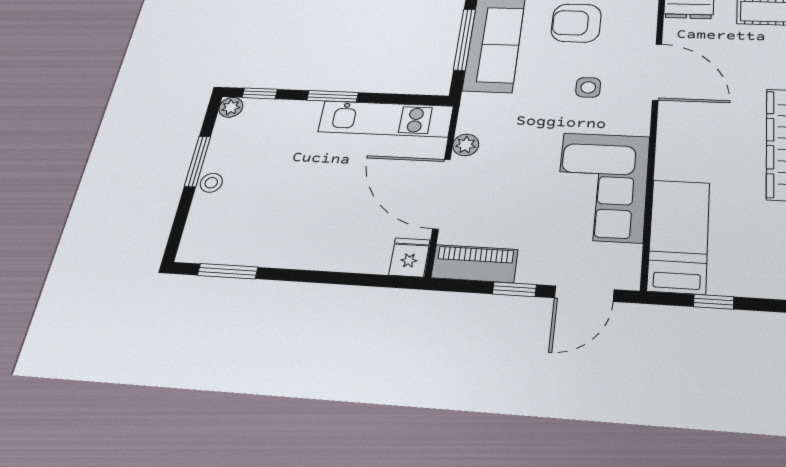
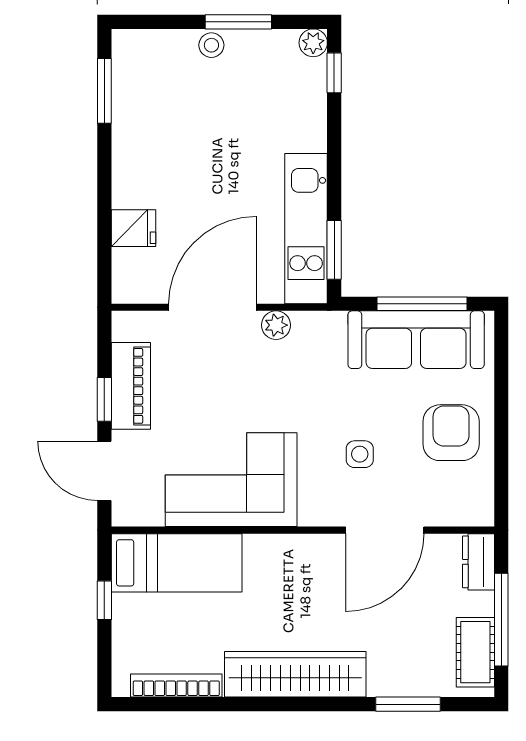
window: (333, 96) -> (334, 250), moved
fridge: (409, 257) -> (133, 228), moved
piano: (474, 264) -> (131, 386), moved

